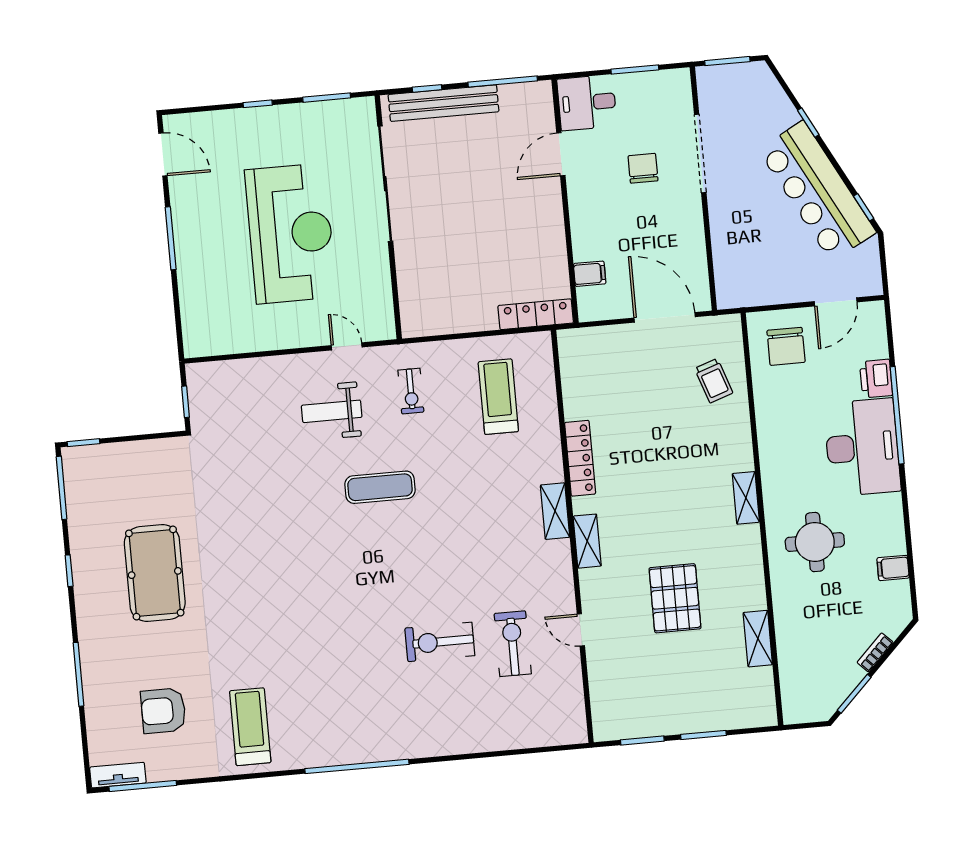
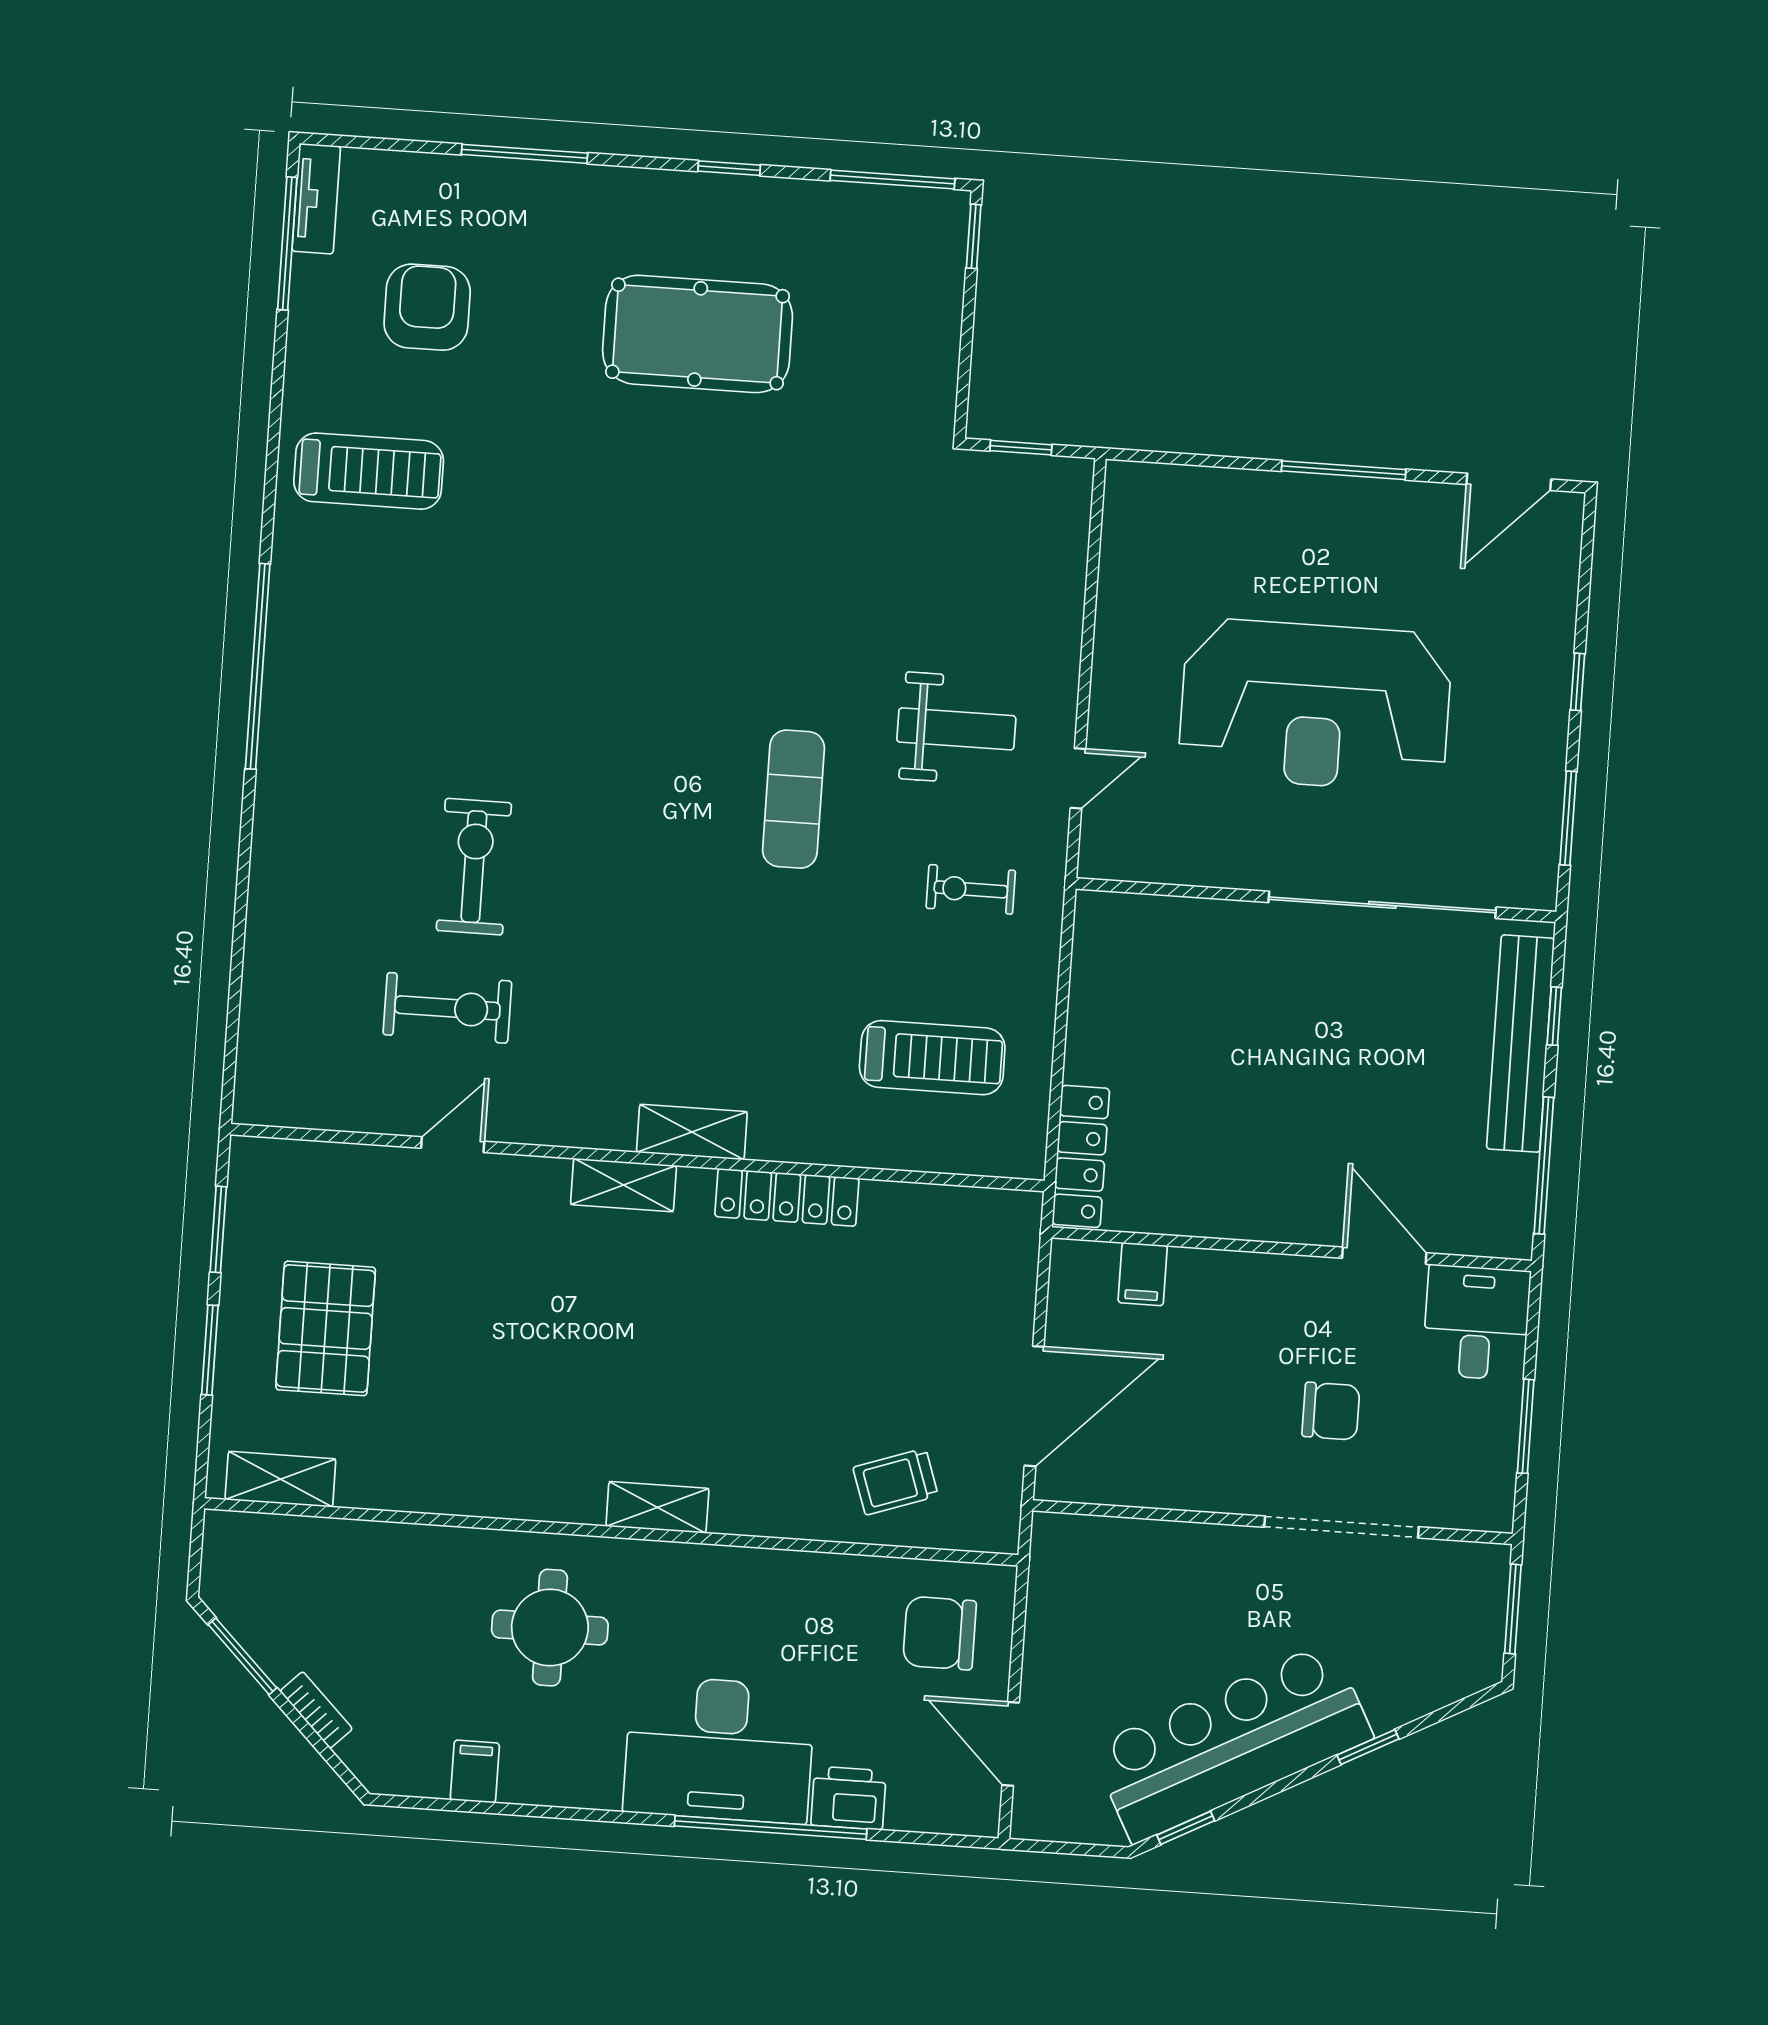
weight bench: (332, 411) -> (956, 729), turned 90
pallet: (675, 598) -> (326, 1328), moved, turned 90
shelving: (758, 639) -> (280, 1479), moved

